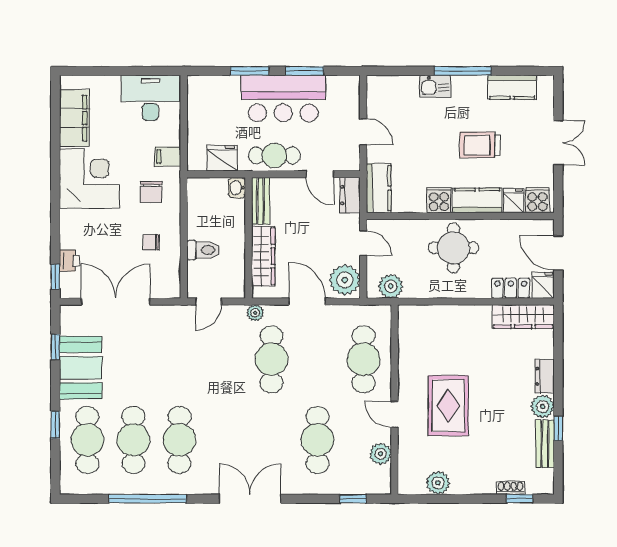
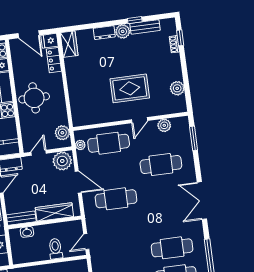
washbasin: (237, 188) -> (27, 232), moved
door: (558, 253) -> (29, 34), hinge flipped
door: (208, 301) -> (86, 242), swing flipped
door: (307, 301) -> (78, 182), swing flipped
plant: (255, 313) -> (80, 145), moved
wardrobe: (523, 317) -> (69, 44), width x0.67
window: (353, 499) -> (194, 138), width x1.50

